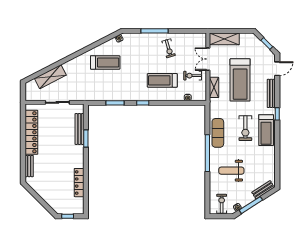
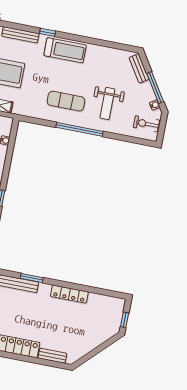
exercise bike: (245, 128) -> (58, 76), removed
exercise mat: (218, 133) -> (66, 101), moved
locker: (79, 183) -> (69, 294), moved

